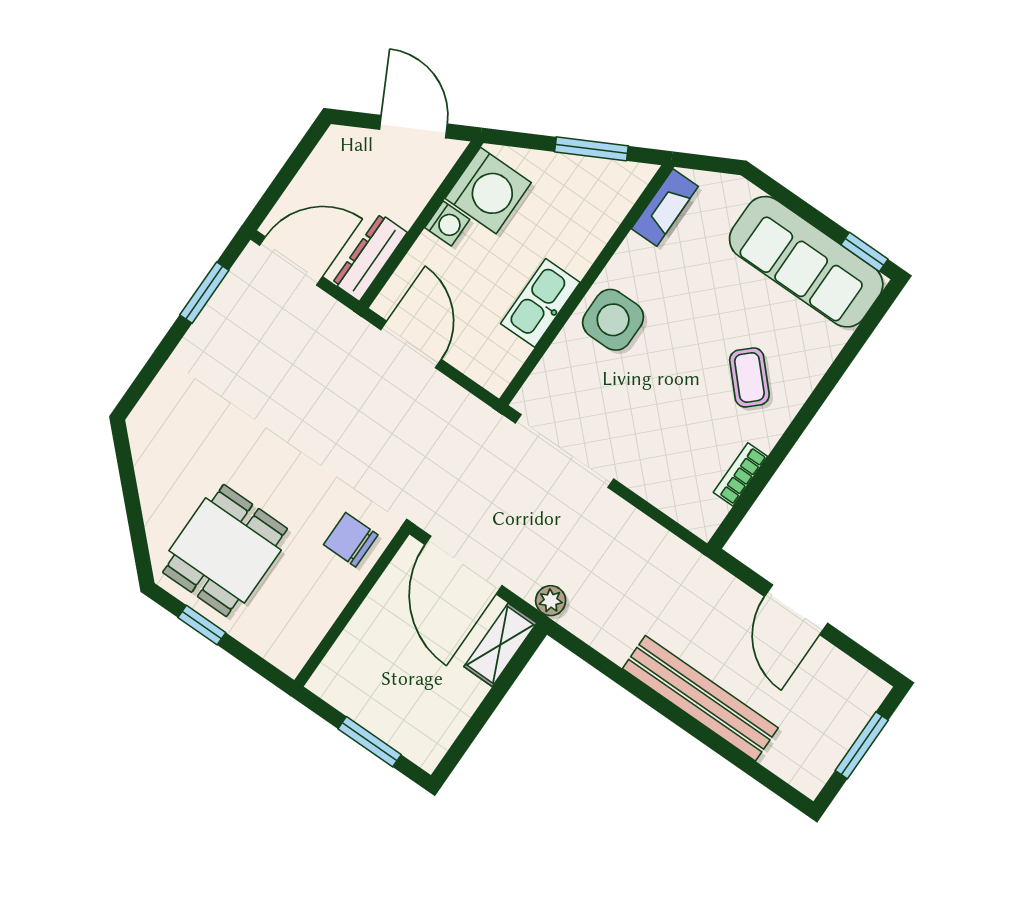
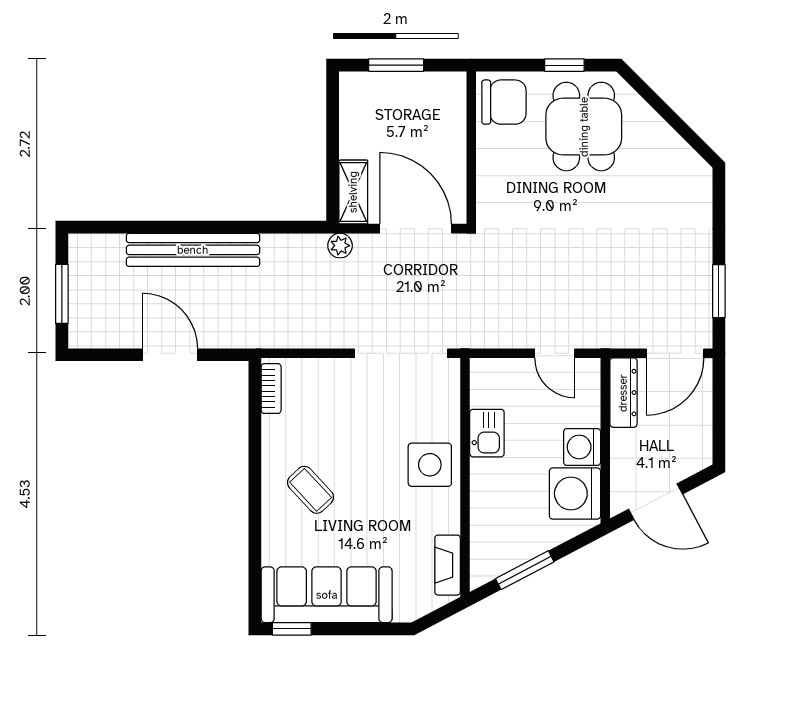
washing machine: (447, 223) -> (582, 447), width x1.38, depth x1.38
kitchen sink: (540, 303) -> (487, 433), width x0.73
door: (411, 344) -> (555, 353), width x0.73
bookcase: (740, 474) -> (271, 389), moved
chair: (351, 540) -> (504, 102), moved, width x1.37, depth x1.37

